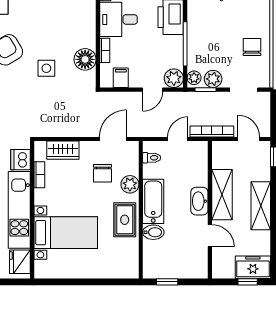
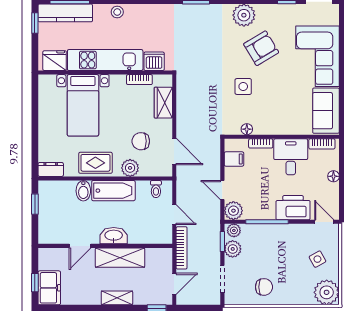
floor lamp: (85, 59) -> (247, 129), width x0.53, depth x0.53
shelving: (261, 206) -> (117, 298), width x0.67, depth x0.75
dresser: (132, 266) -> (51, 169), added

